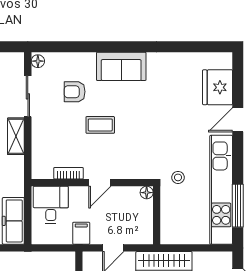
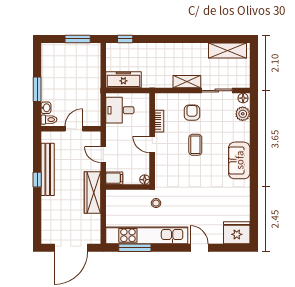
plant: (59, 62) -> (243, 114), added
fridge: (218, 87) -> (237, 233), moved
armchair: (75, 92) -> (192, 113), moved
desk: (51, 205) -> (120, 110), moved, turned 180
filing cabinet: (81, 233) -> (114, 178), moved

